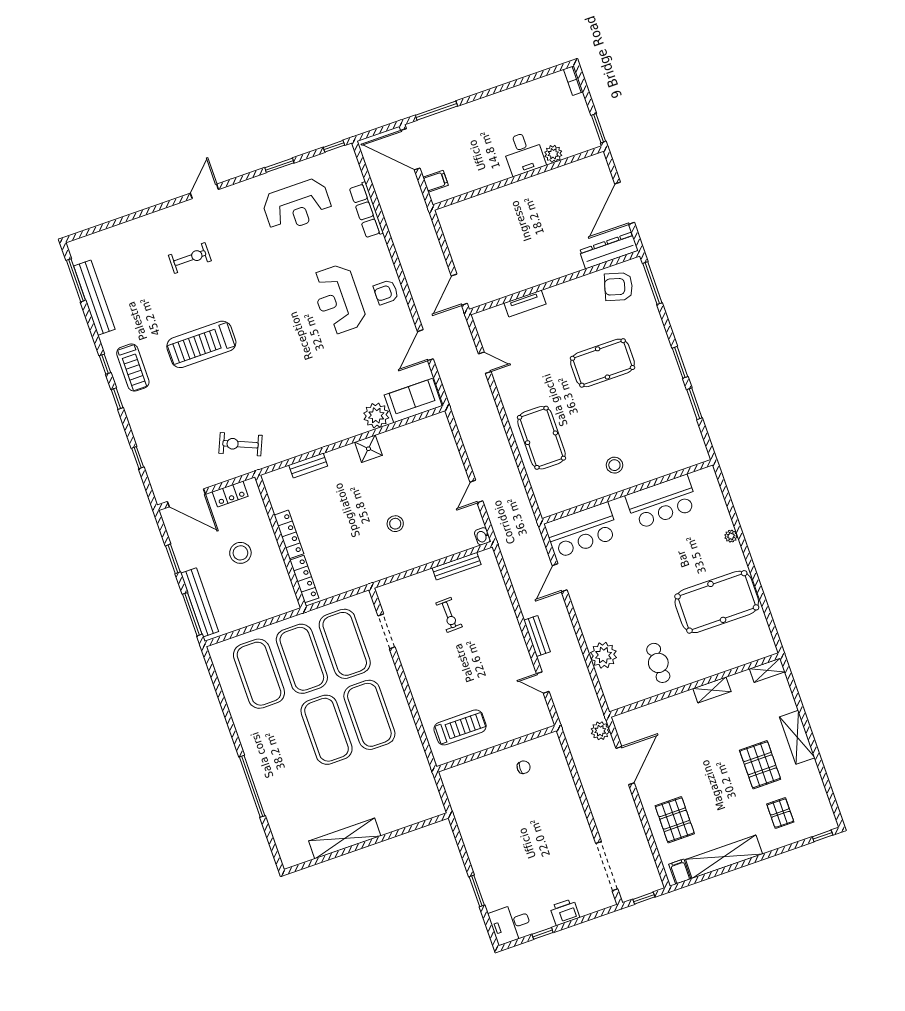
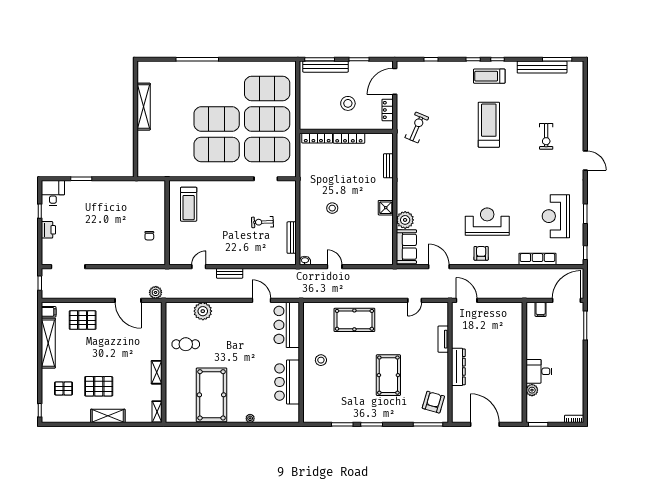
dresser: (609, 251) -> (458, 367), moved

